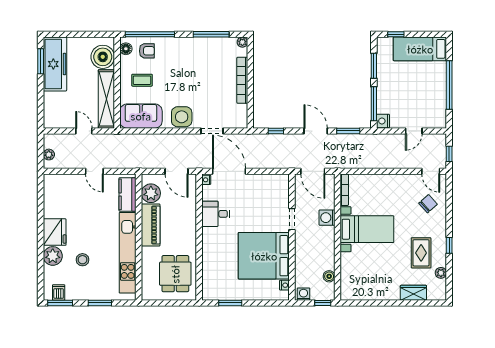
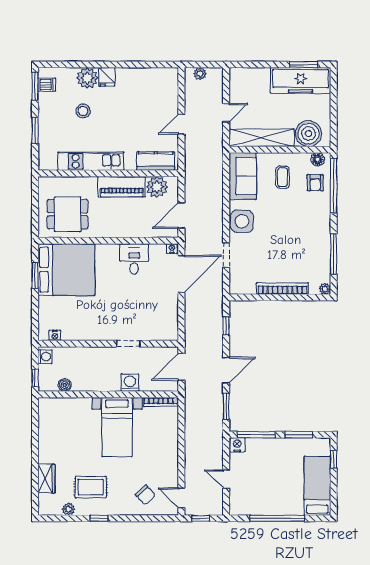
door: (431, 171) -> (181, 498), hinge flipped
fridge: (55, 232) -> (107, 77), width x0.53, depth x0.75
kitchen unit: (128, 253) -> (91, 161), width x0.73
bed: (264, 256) -> (66, 270), moved, turned 90

